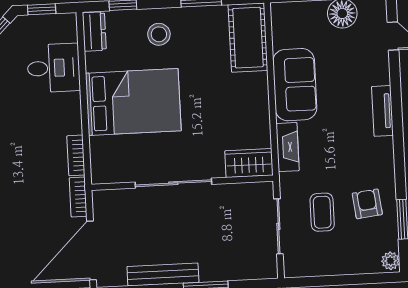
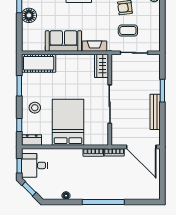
desk: (54, 68) -> (35, 165), moved, turned -90

